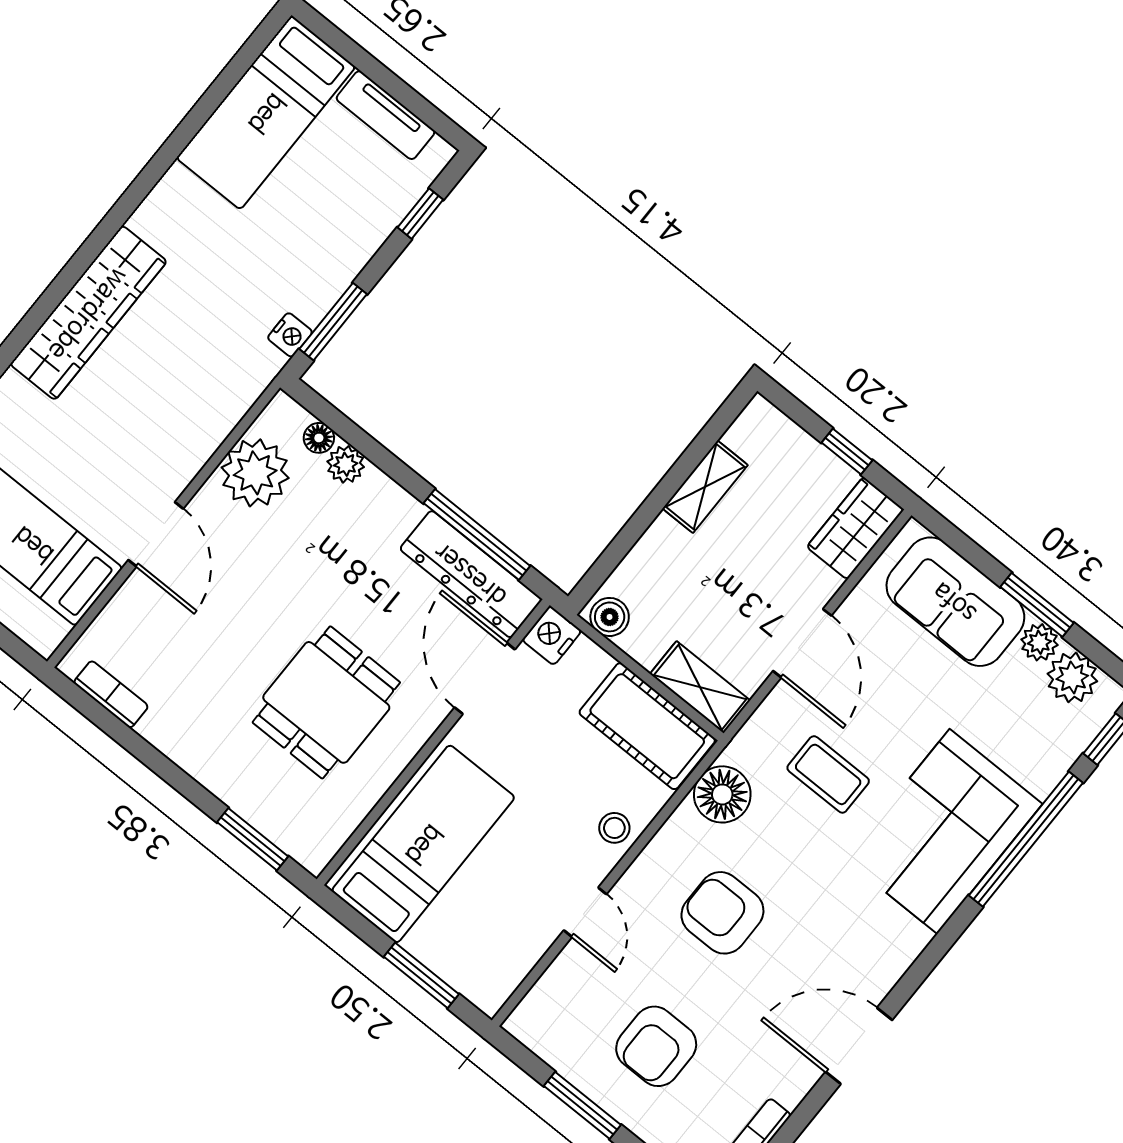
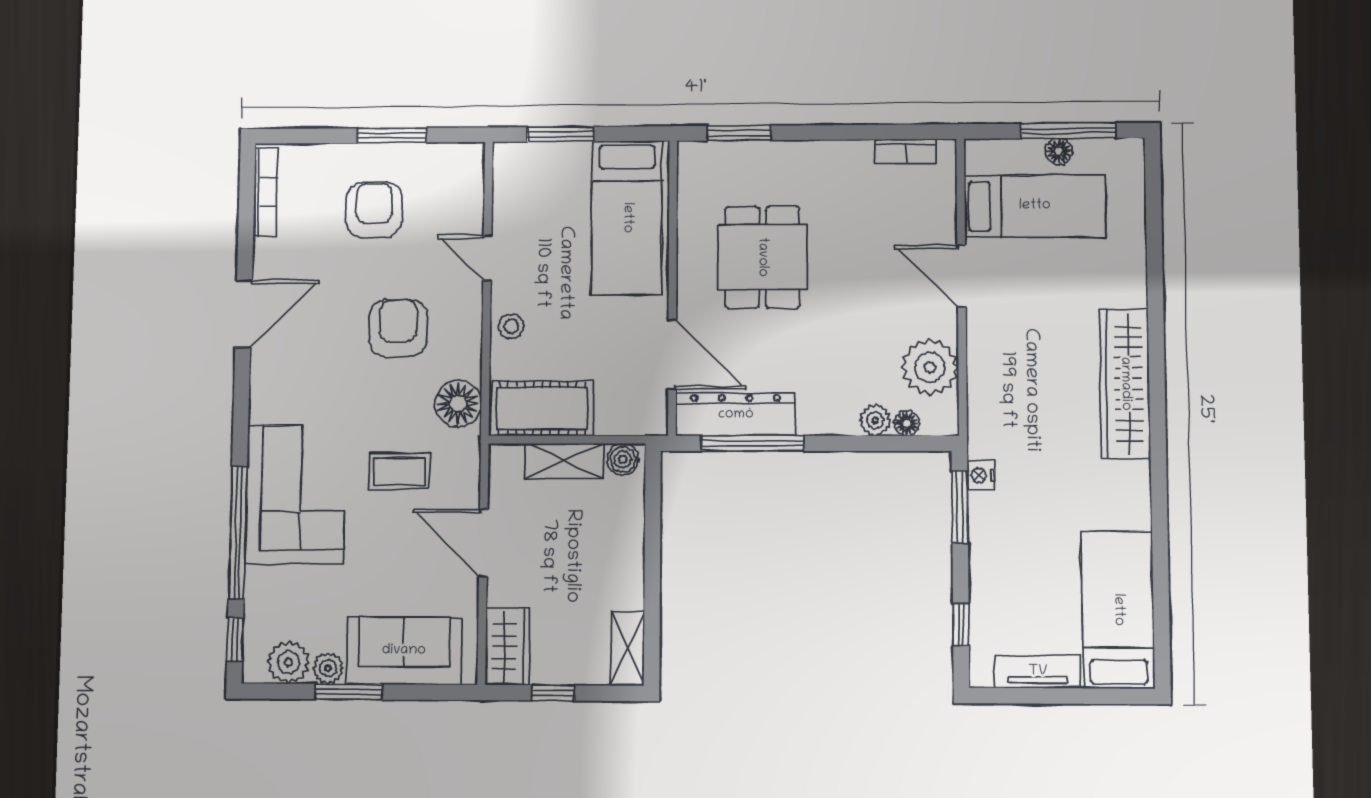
shelving: (705, 487) -> (628, 648), moved
nightstand: (552, 635) -> (651, 417), removed
shelving: (700, 687) -> (564, 461), moved
armchair: (722, 913) -> (398, 328), turned -90

